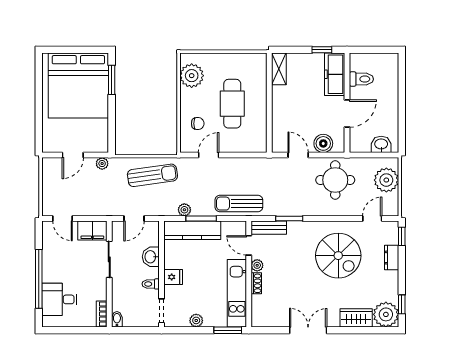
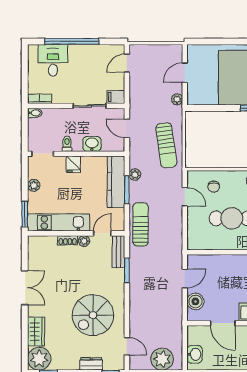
door: (73, 155) -> (185, 73), hinge flipped
round table: (335, 180) -> (162, 312), removed
filing cabinet: (92, 231) -> (116, 97), width x0.50

